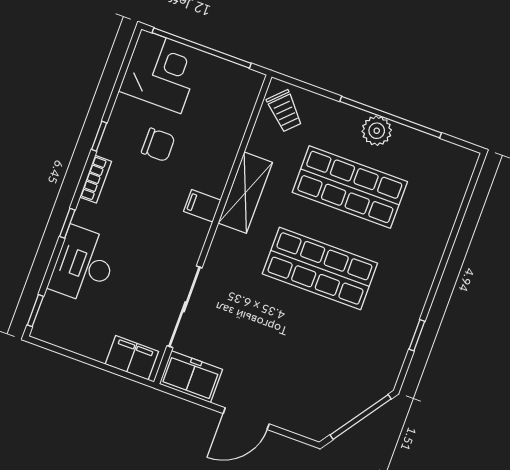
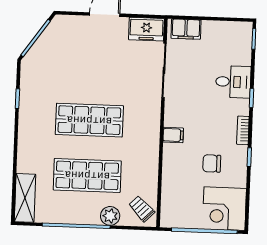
plant: (377, 131) -> (110, 216), moved
shelving: (245, 193) -> (25, 198), moved
desk: (84, 265) -> (233, 82), width x0.73

